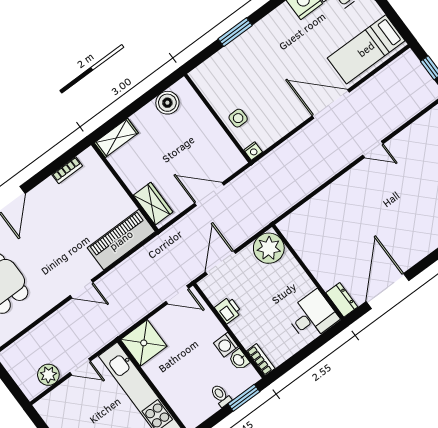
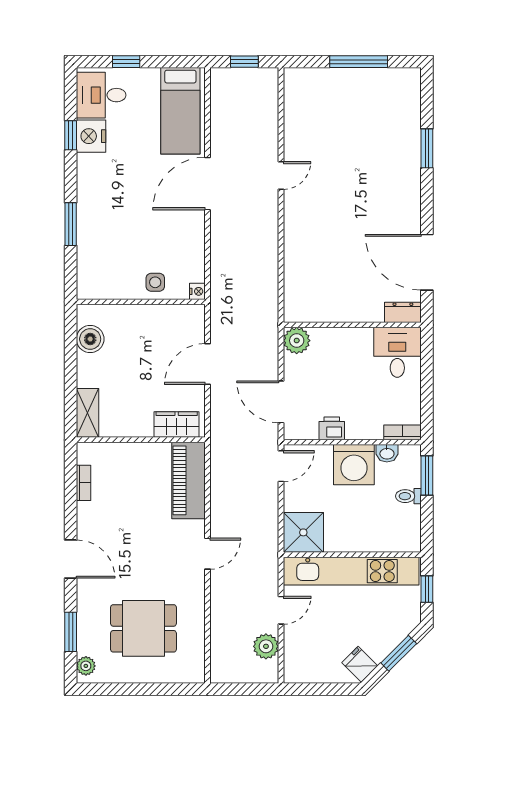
plant: (269, 248) -> (297, 341), width x0.73, depth x0.73
washing machine: (226, 345) -> (354, 465), width x1.89, depth x1.89

